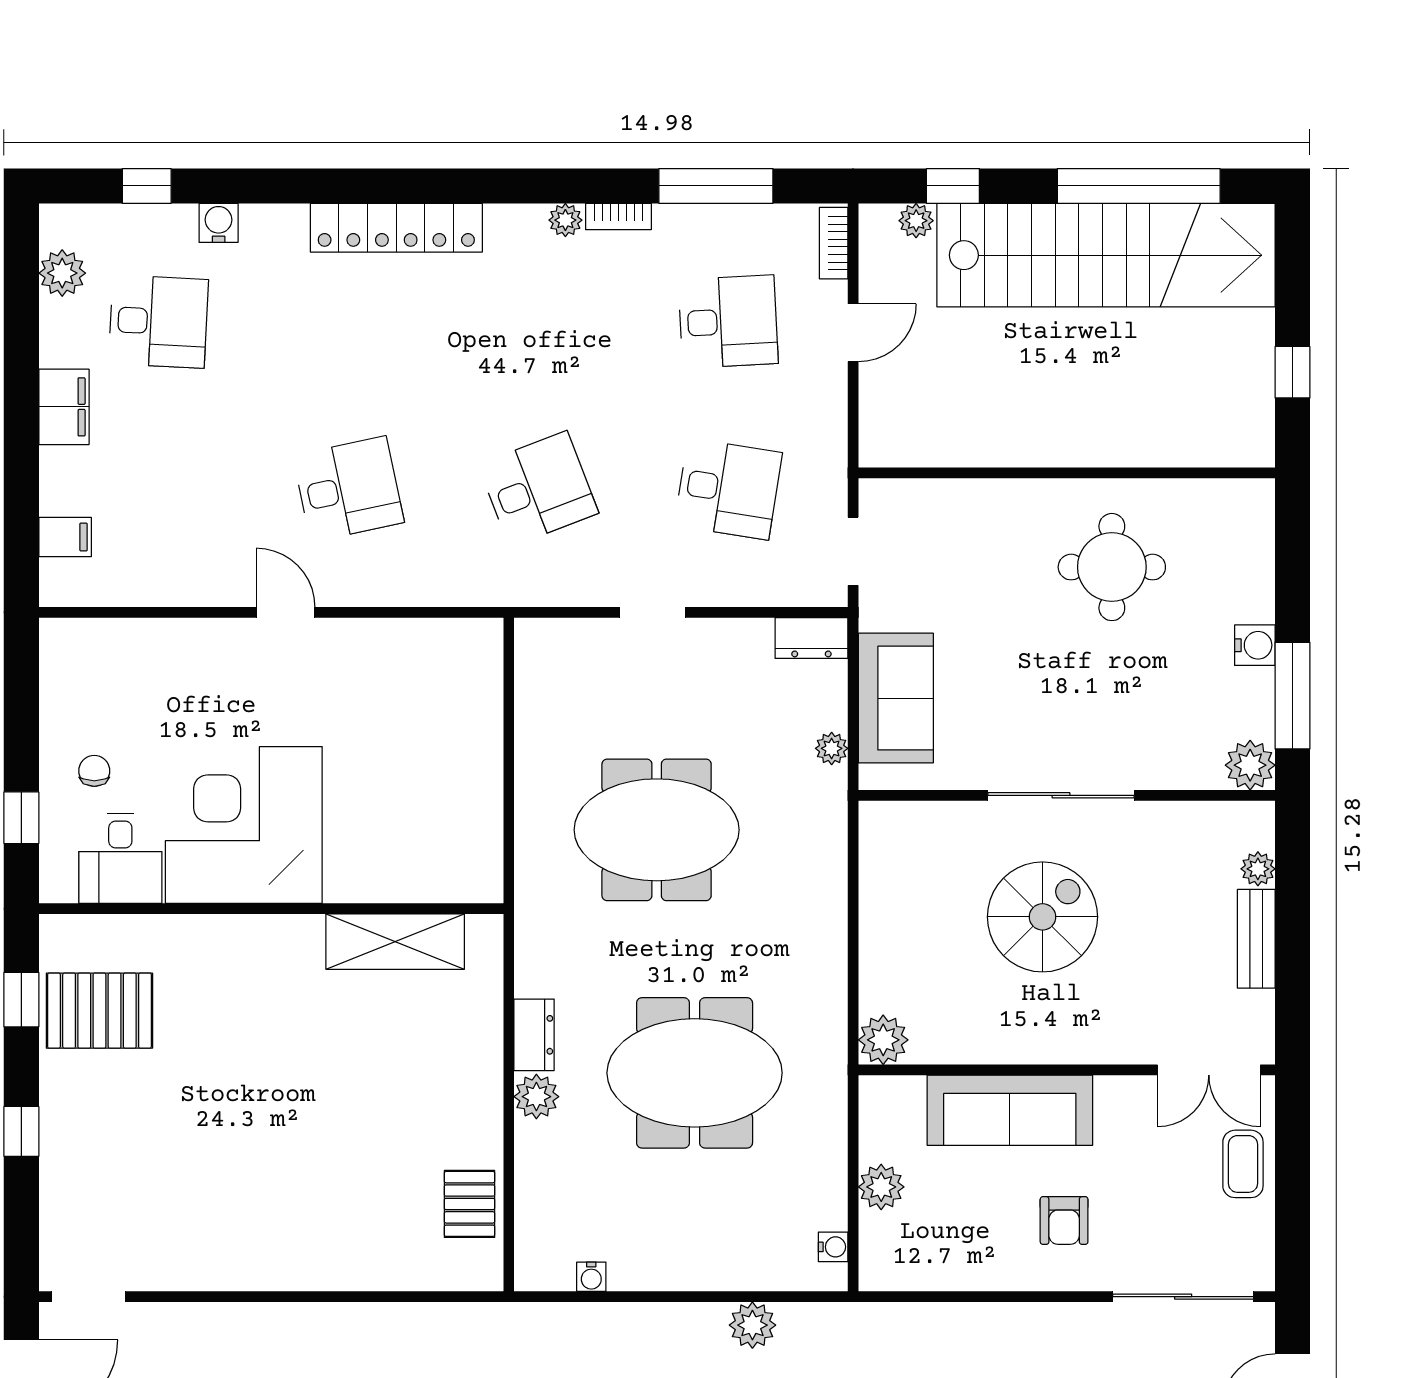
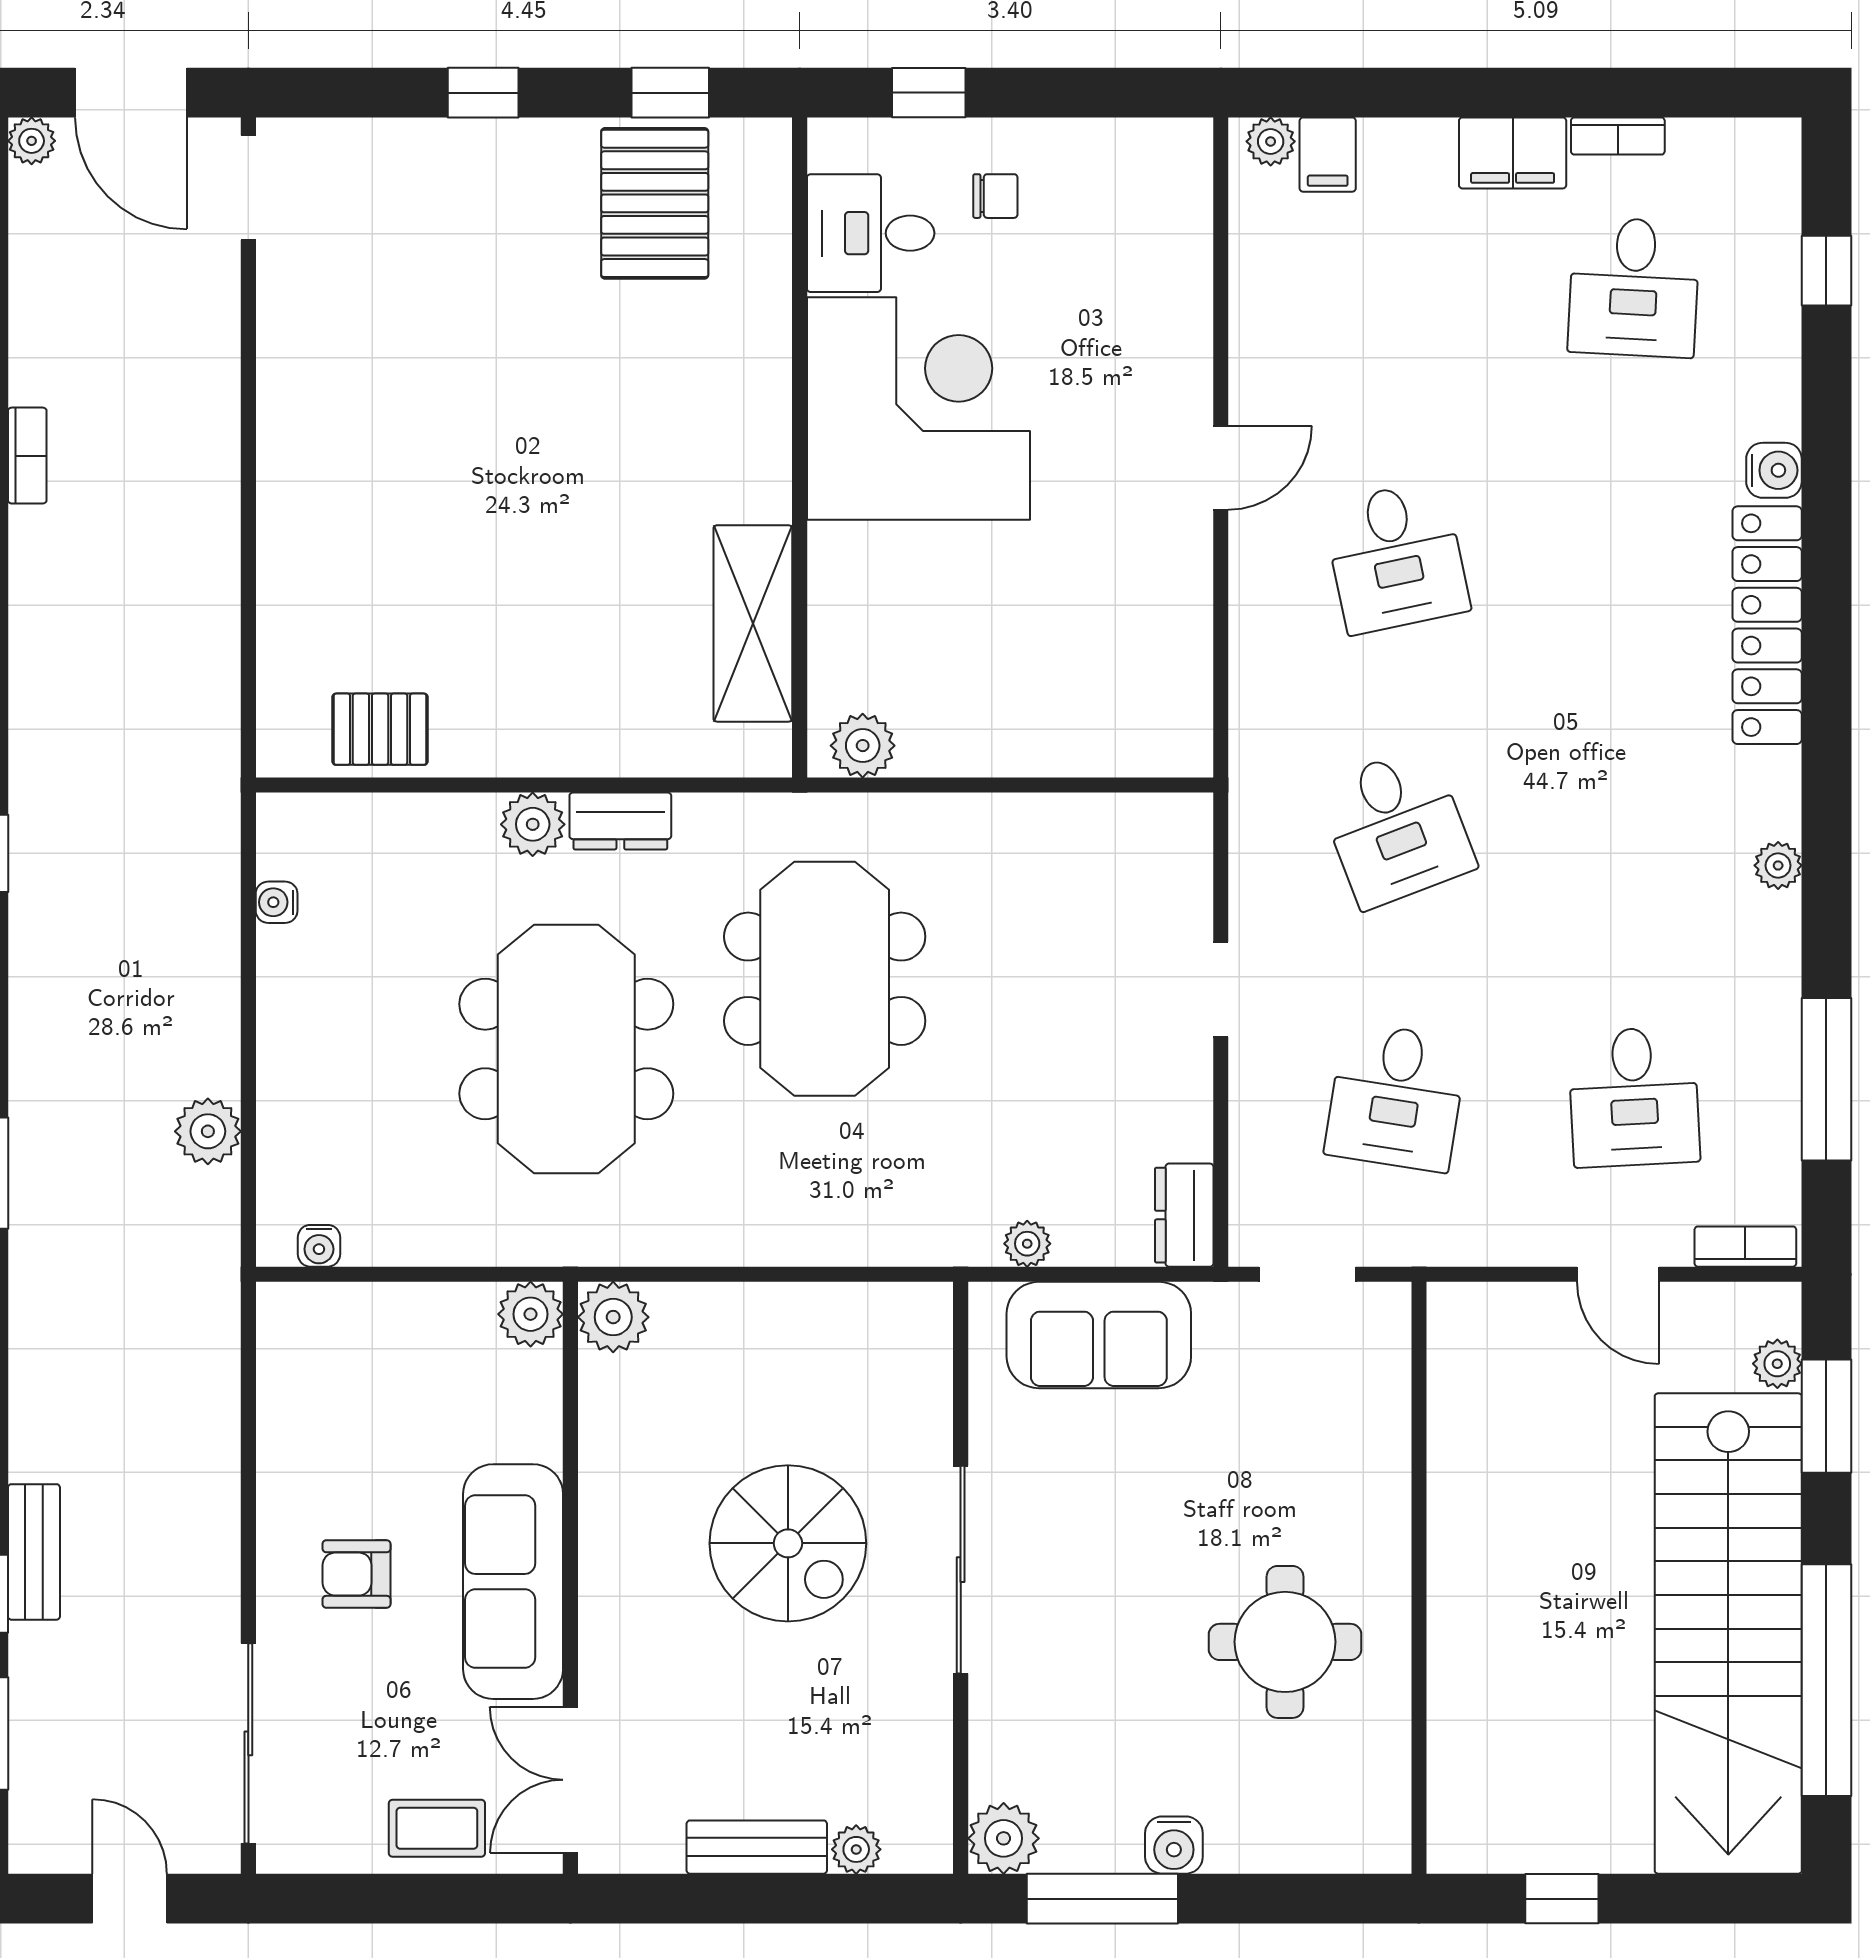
window: (953, 186) -> (1826, 1416), width x1.50
bookcase: (618, 217) -> (1618, 136), moved, turned -90
water cooler: (219, 223) -> (1774, 470), moved
plant: (62, 273) -> (1271, 141), moved, width x0.73, depth x0.73
meeting table: (657, 830) -> (825, 979), moved
plant: (481, 864) -> (863, 746), added
sofa: (1010, 1110) -> (513, 1582), moved
plant: (881, 1187) -> (531, 1314), moved

